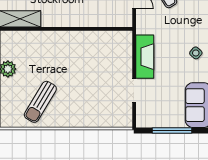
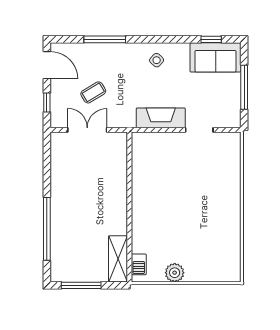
barbecue: (15, 37) -> (139, 264), added
sun lounger: (40, 102) -> (212, 236), removed

